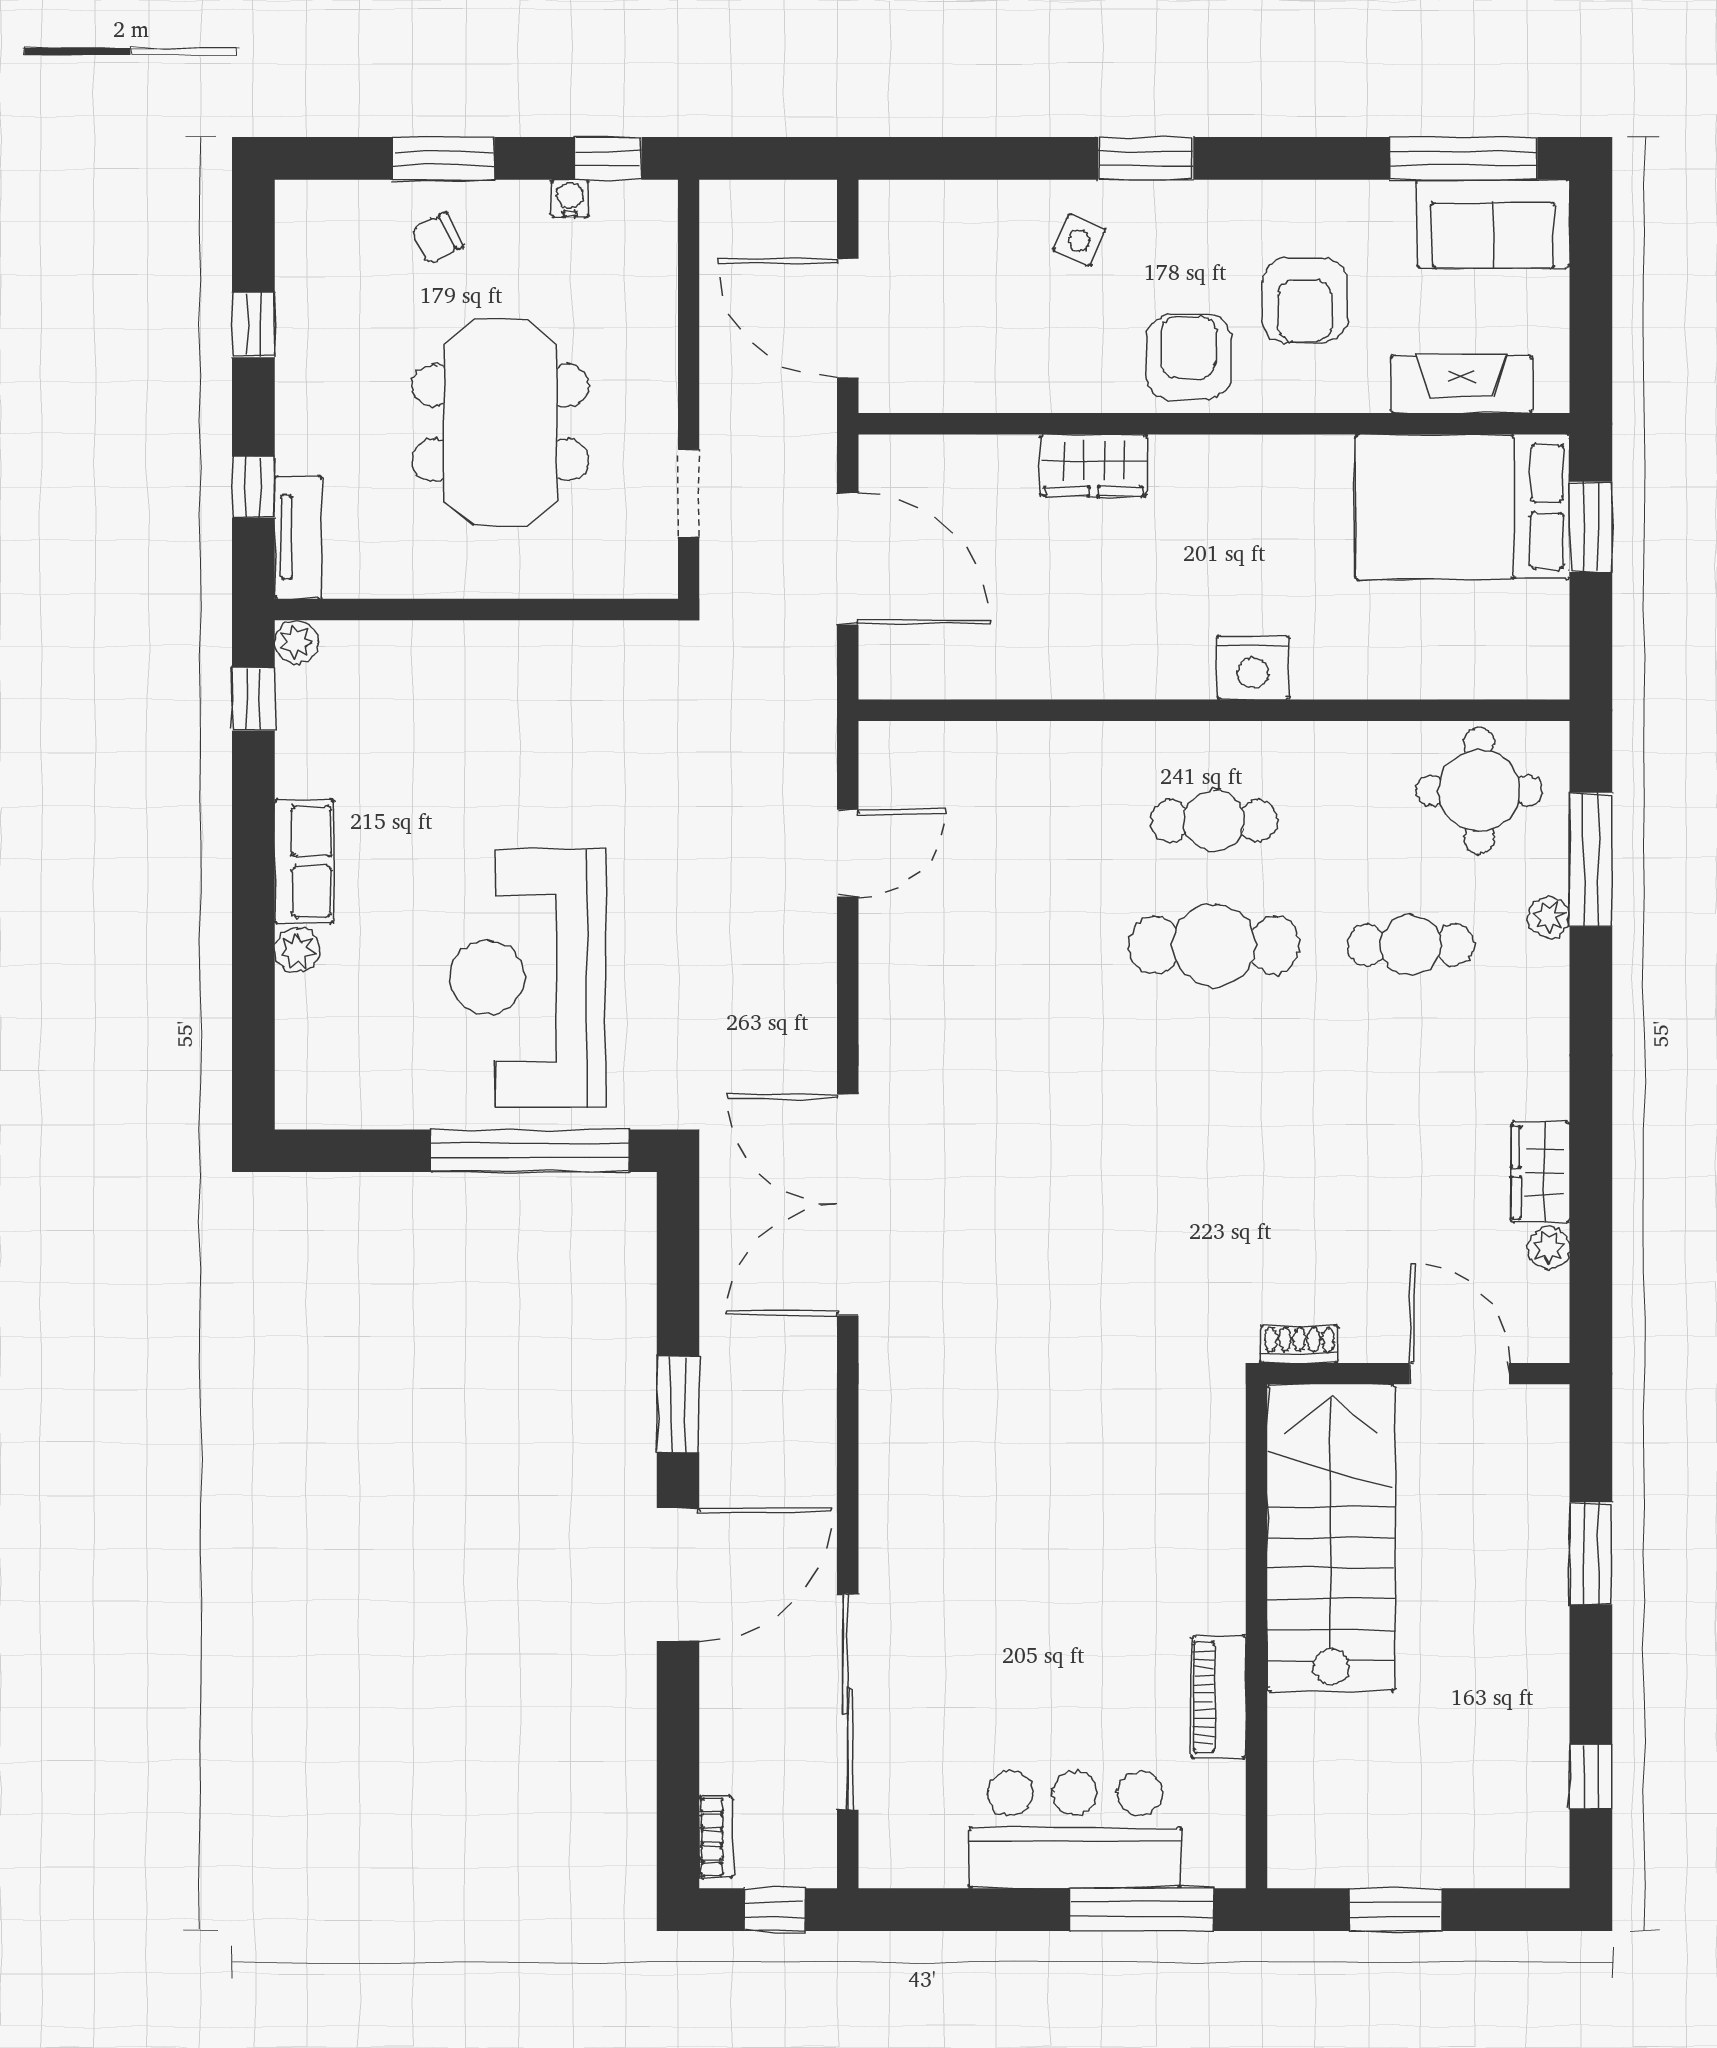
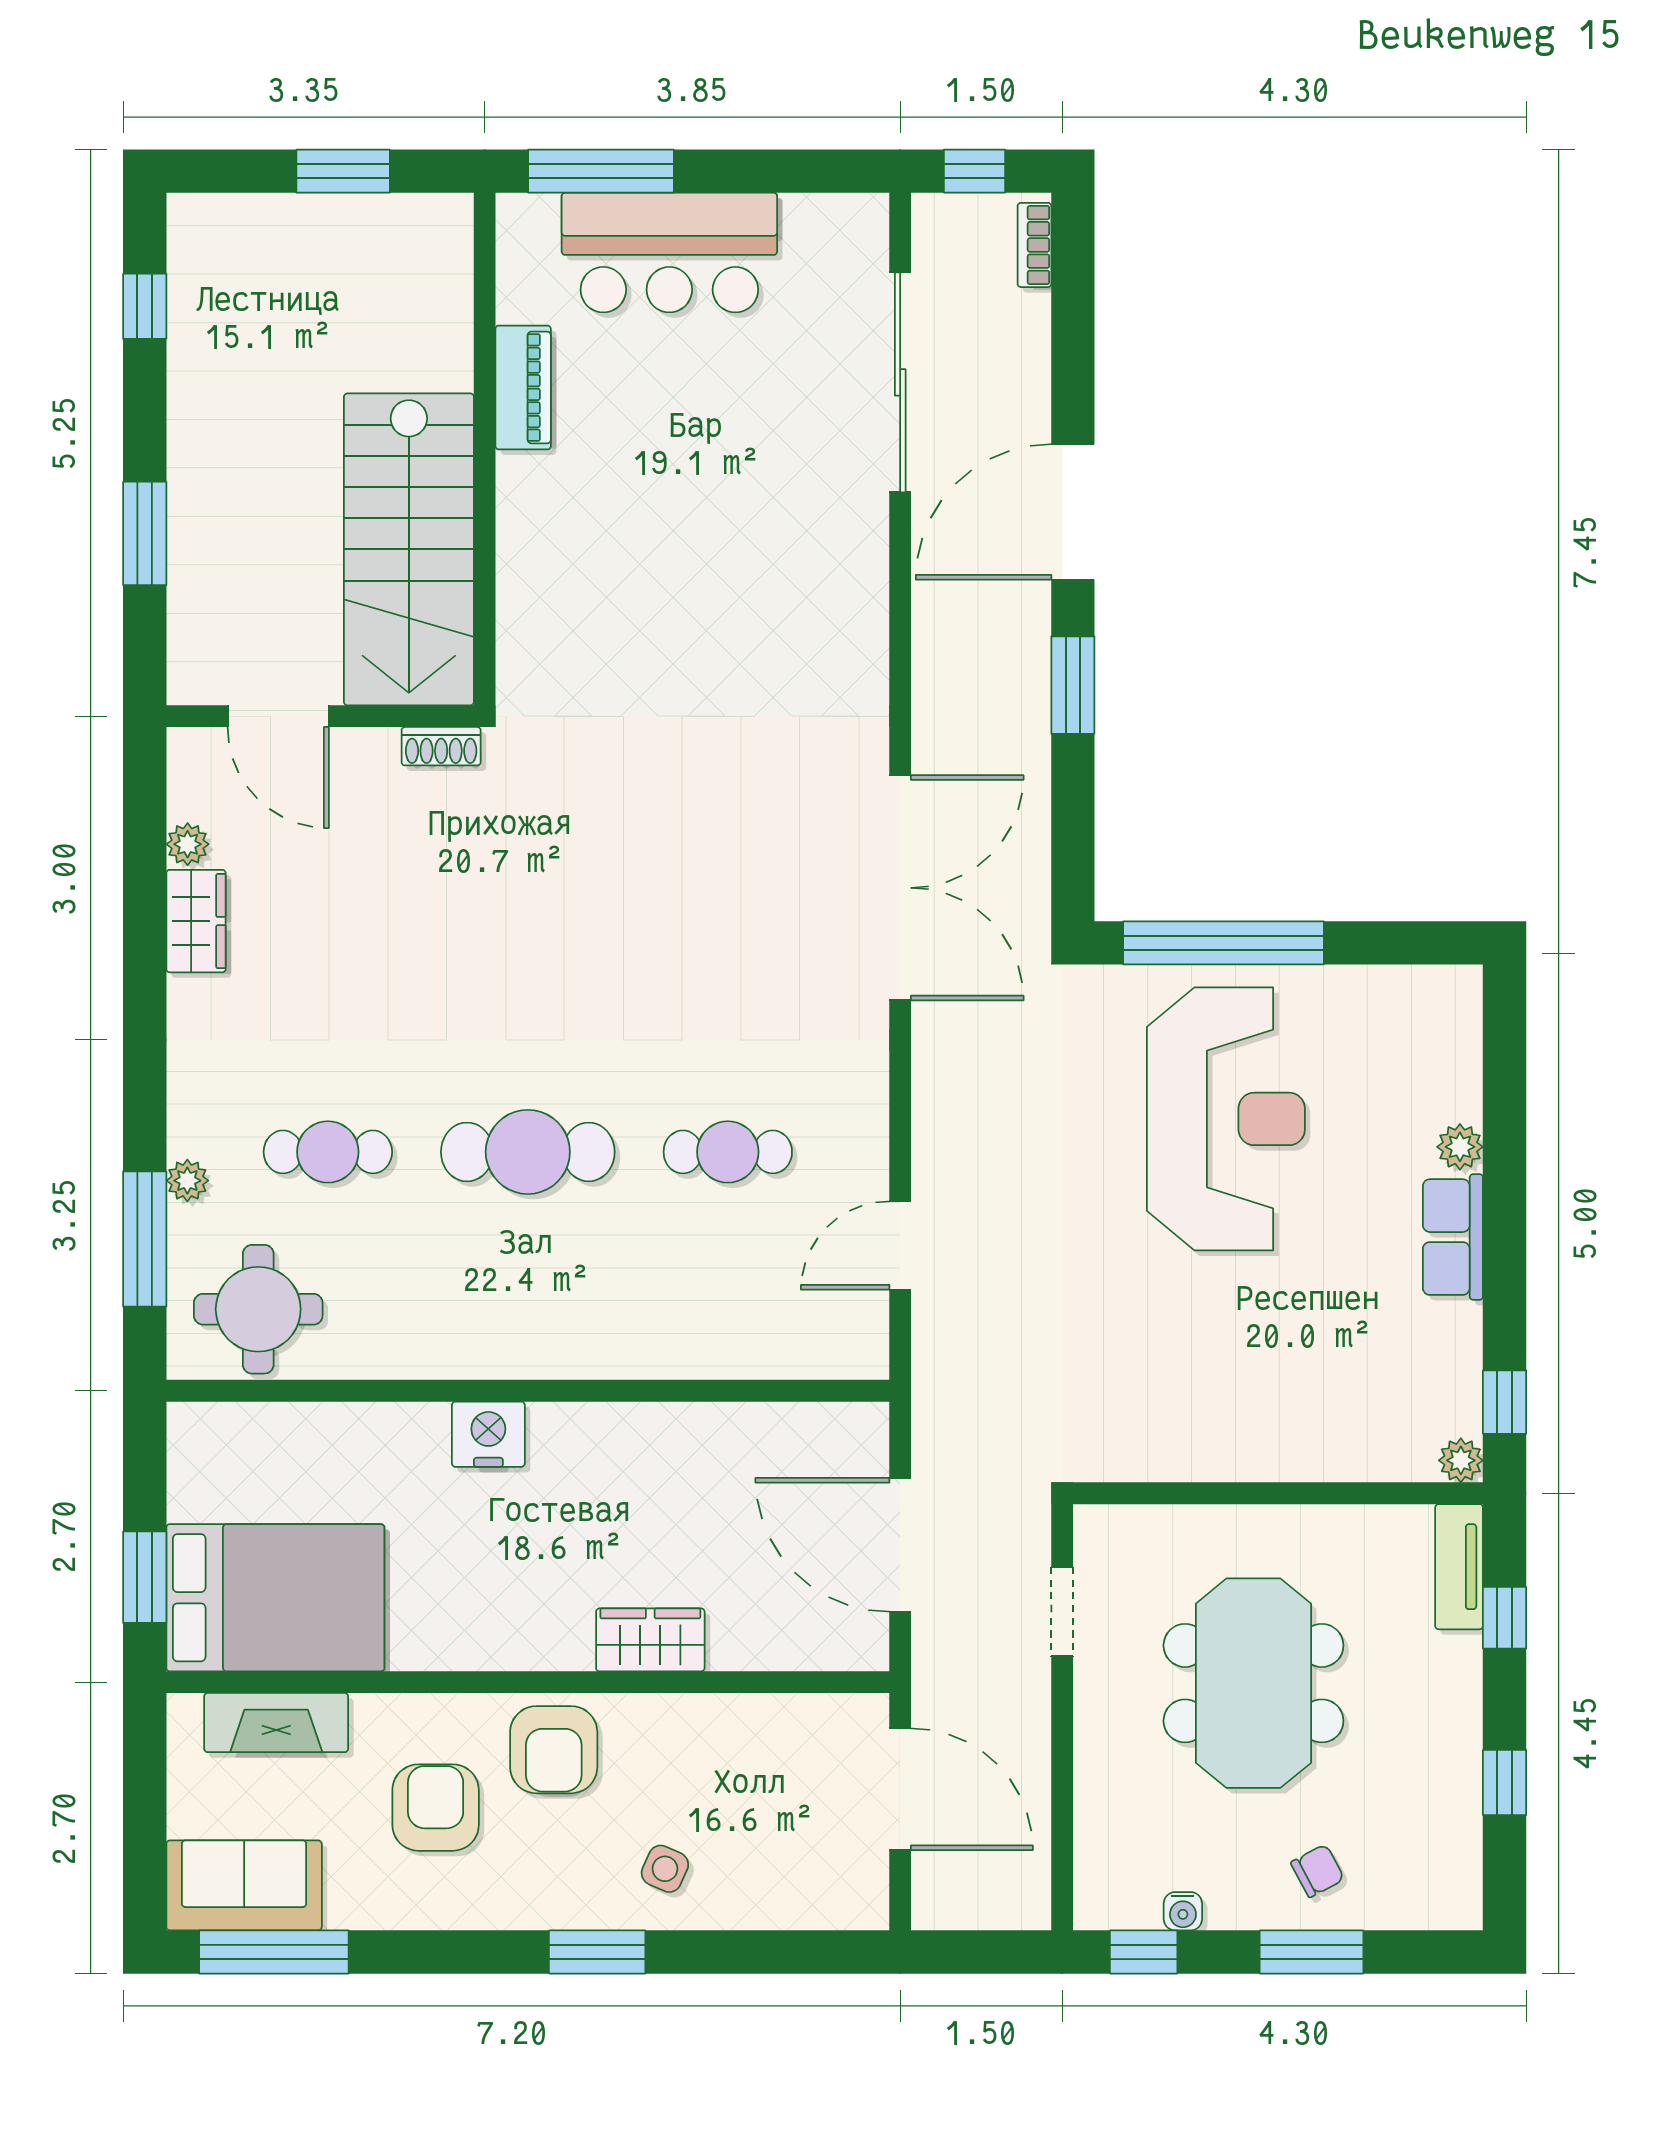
cafe table: (1214, 820) -> (728, 1152), moved

